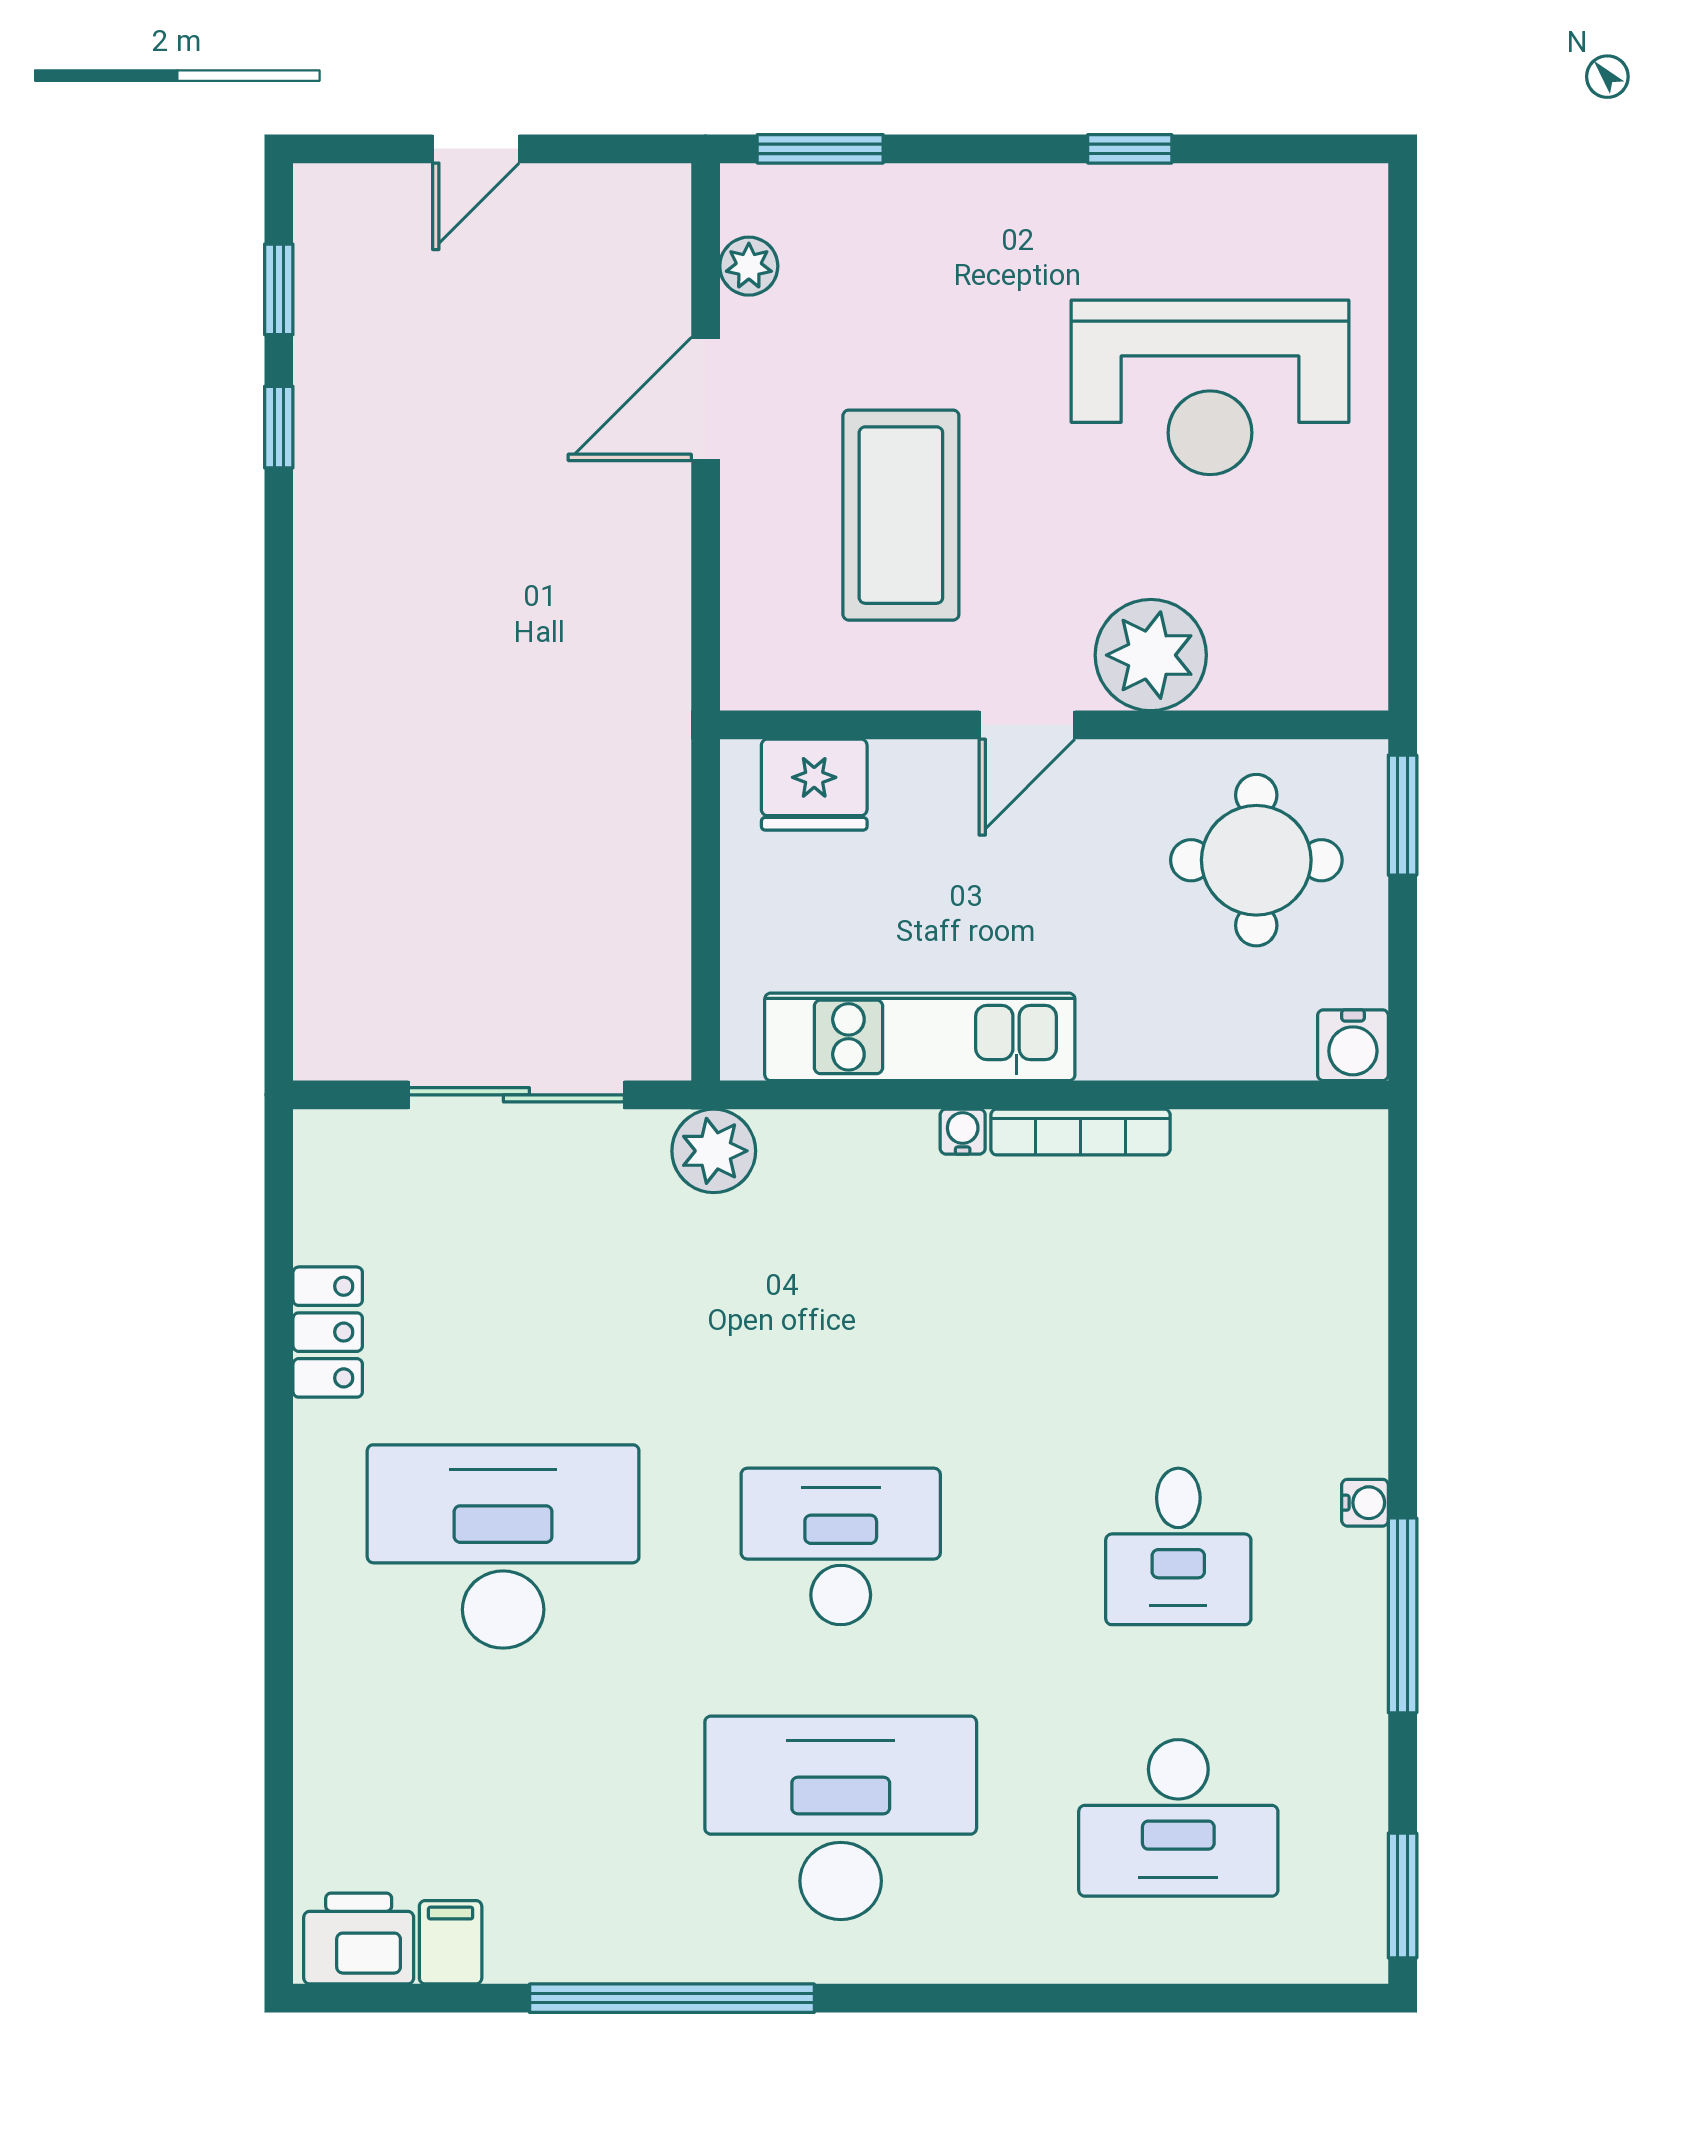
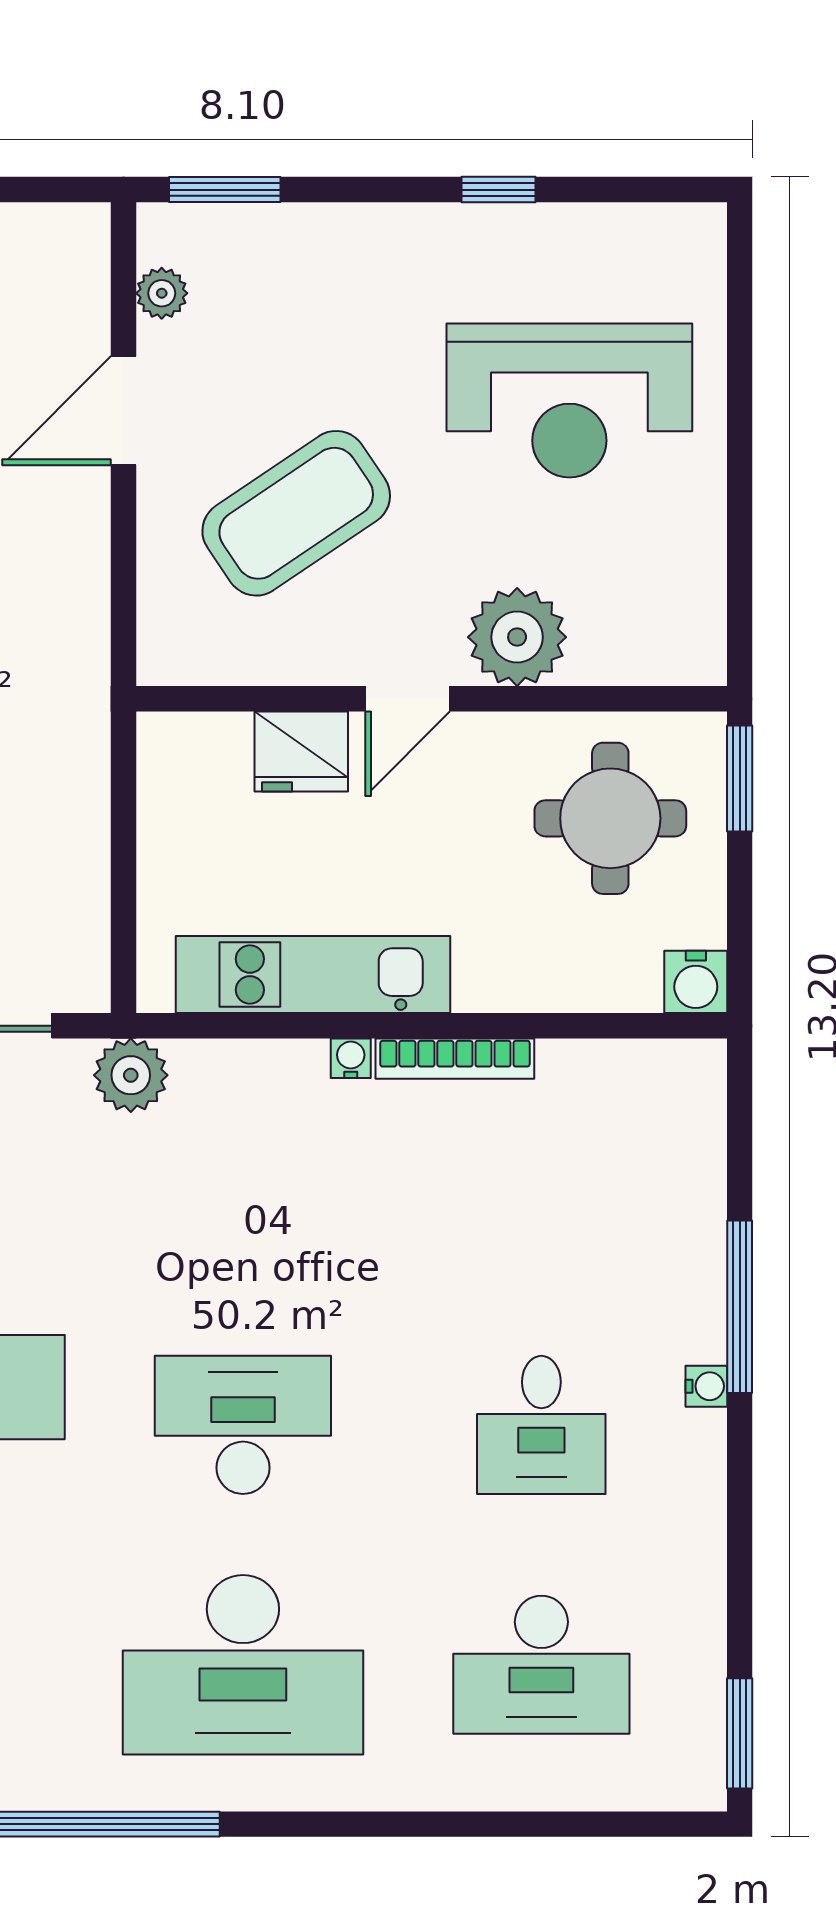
coffee table: (901, 515) -> (296, 513), turned 56
fridge: (814, 785) -> (301, 752), moved
window: (1403, 1615) -> (740, 1307), moved
desk: (841, 1818) -> (243, 1665), turned 180

